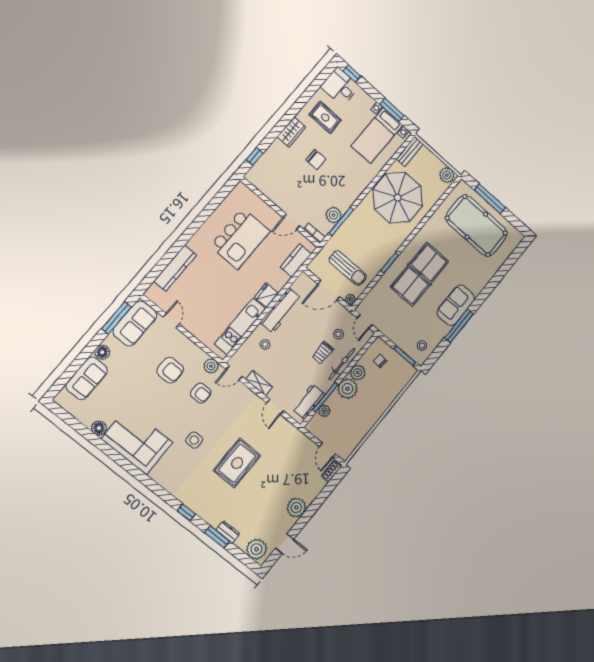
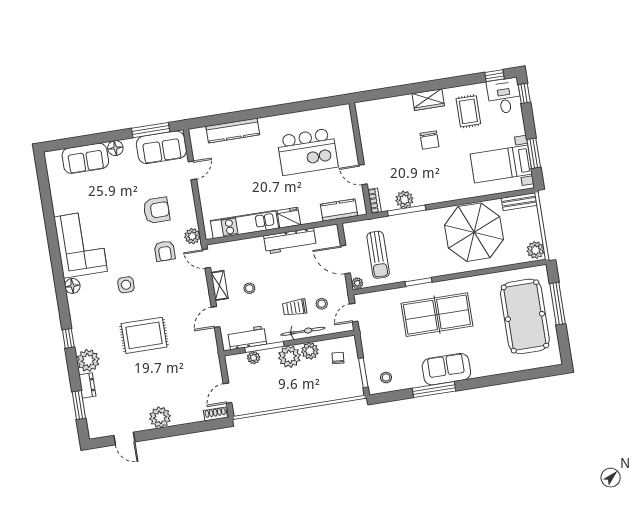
window: (255, 156) -> (495, 76), moved
stool: (265, 344) -> (249, 288), moved
armchair: (170, 370) -> (156, 210), turned -90
floor lamp: (99, 428) -> (72, 286), moved
window: (217, 537) -> (79, 405), moved
plant: (257, 549) -> (88, 360), moved

